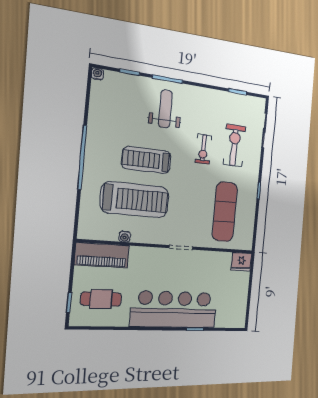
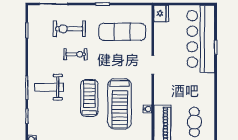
treadmill: (146, 160) -> (89, 98), turned 180
treadmill: (135, 200) -> (120, 104), turned 180
bar counter: (174, 309) -> (201, 39), moved

